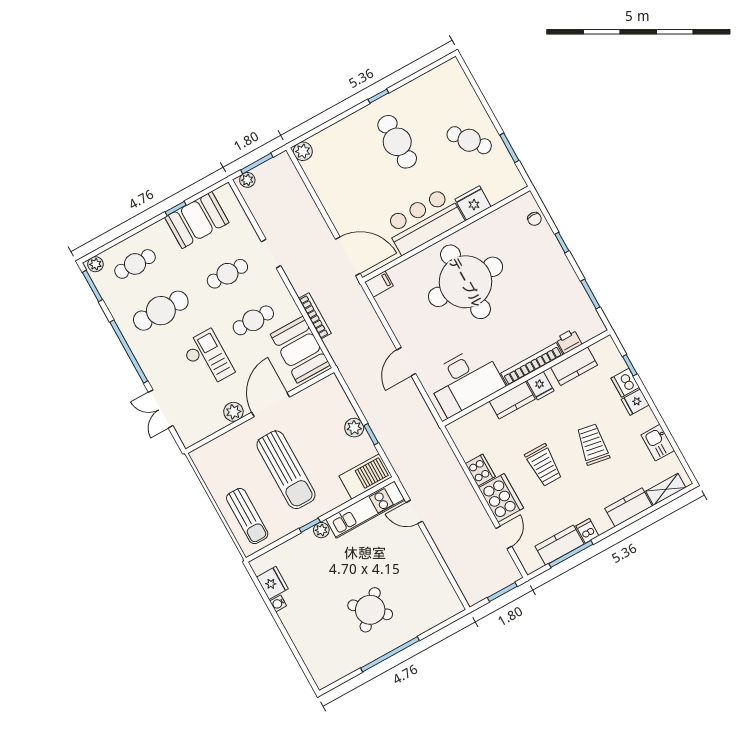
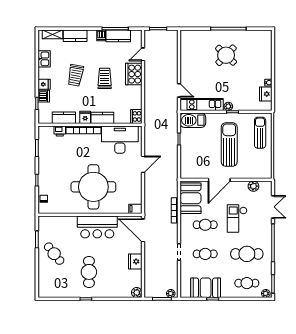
fridge: (473, 203) -> (135, 261), moved, turned 90
plant: (233, 412) -> (253, 186), moved
plant: (354, 428) -> (185, 147), removed
cooker: (480, 470) -> (136, 116), moved

